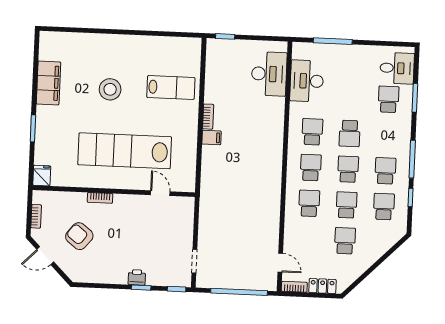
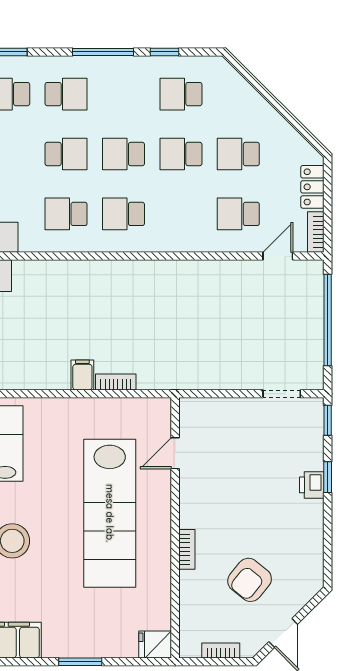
bookcase: (208, 117) -> (116, 382), moved
school desk: (385, 171) -> (66, 94), moved, turned 180
school desk: (309, 203) -> (238, 214), moved

